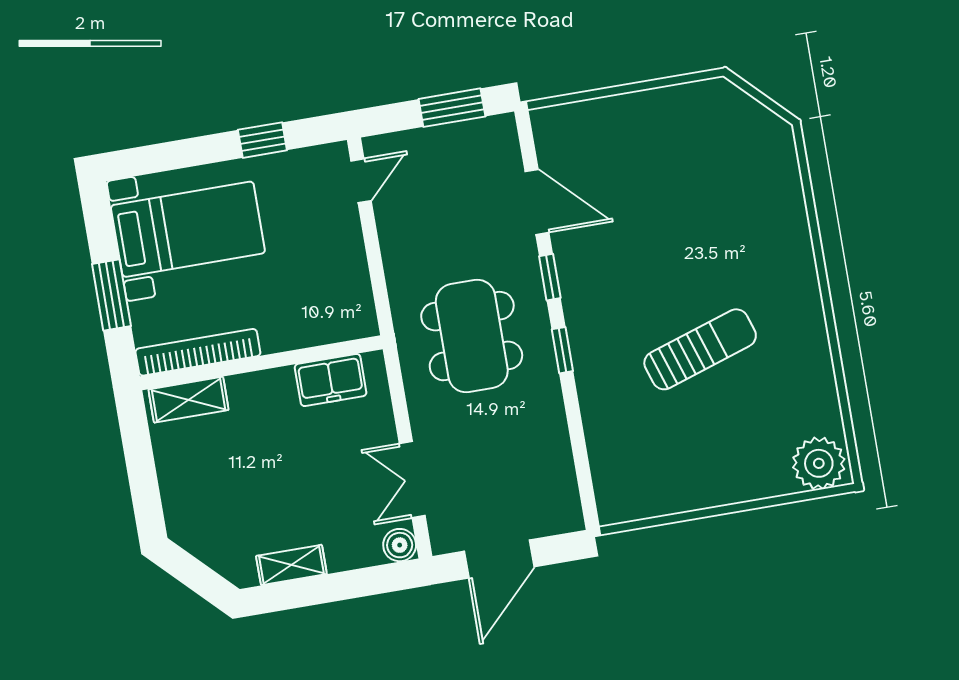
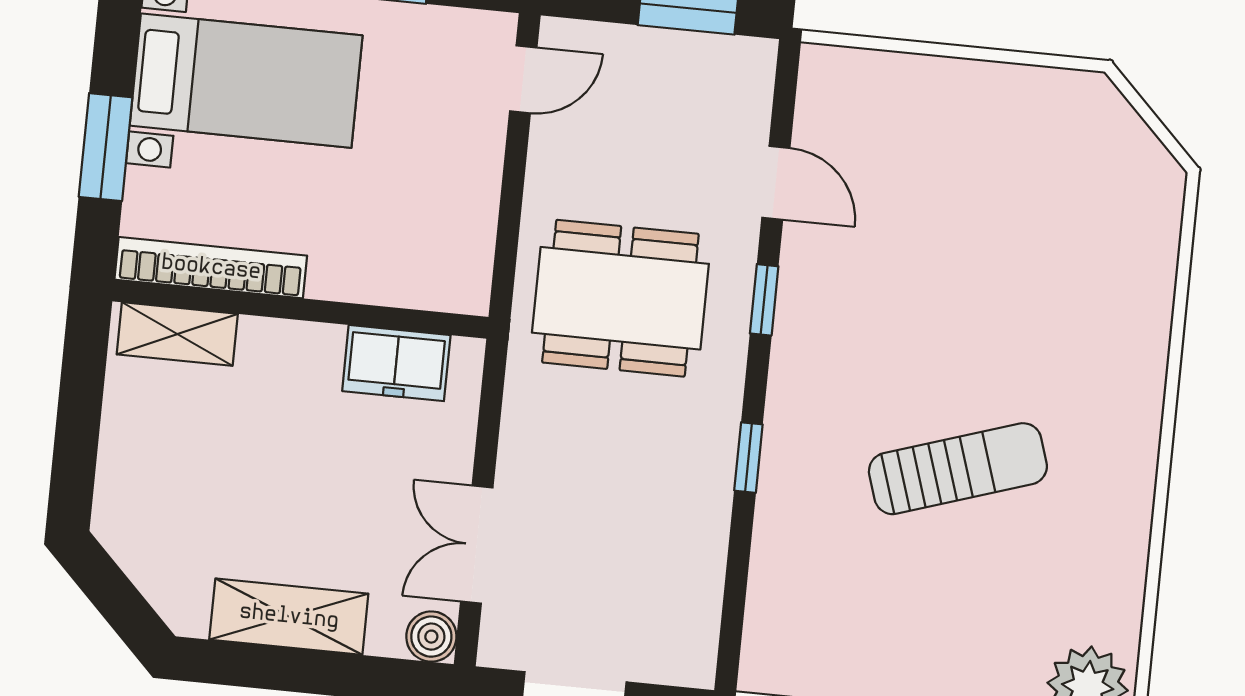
door: (537, 202) -> (776, 183), width x0.73
dining table: (472, 336) -> (620, 298), moved, turned 90
window: (562, 350) -> (748, 458), moved
shelving: (291, 565) -> (289, 617), width x1.50, depth x1.33

